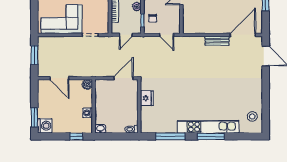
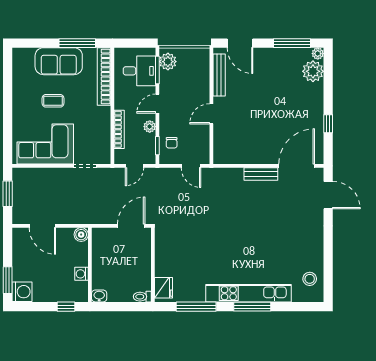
fridge: (147, 98) -> (164, 288), moved

